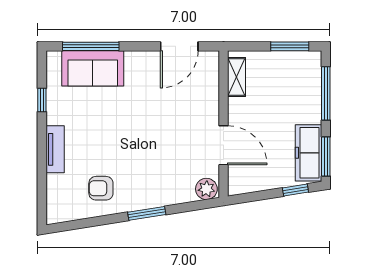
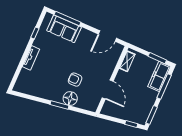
freezer: (308, 153) -> (159, 76), moved
armchair: (101, 188) -> (75, 80), moved
plant: (206, 189) -> (91, 106), removed
floor lamp: (161, 193) -> (70, 99), added

